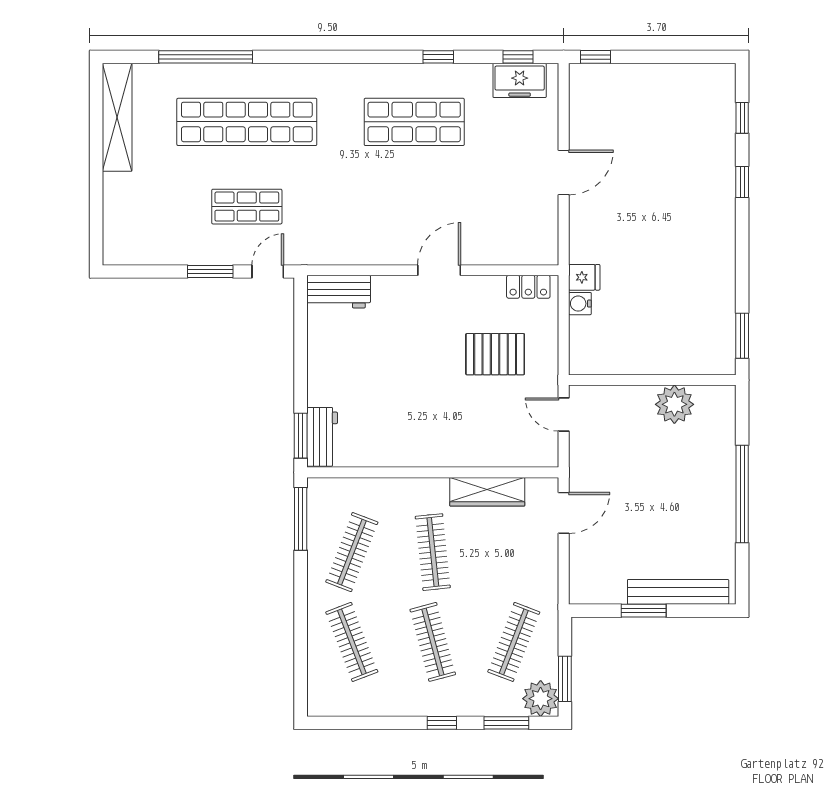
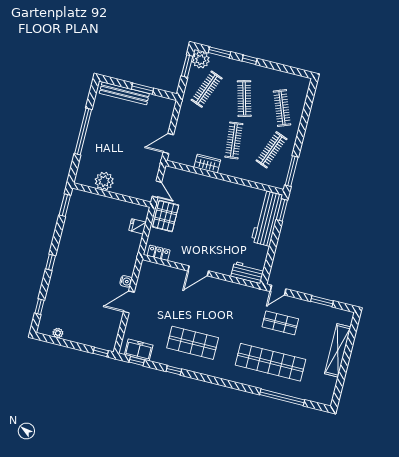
plant: (692, 74) -> (58, 333), added
shelving: (117, 117) -> (338, 350), moved
window: (742, 182) -> (51, 262), moved
window: (210, 271) -> (322, 301), moved
fridge: (584, 277) -> (138, 226), moved
water cooler: (580, 304) -> (126, 281), moved
pallet: (495, 354) -> (166, 216), moved, turned 90
workbench: (322, 437) -> (267, 218), width x1.88, depth x1.32
wardrobe: (487, 492) -> (207, 164), width x0.67

